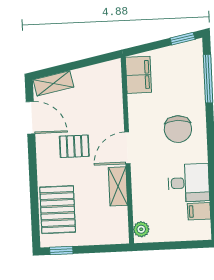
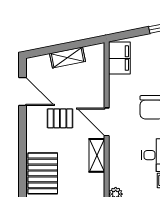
shelving: (53, 83) -> (67, 57), moved
door: (127, 148) -> (107, 122), hinge flipped

